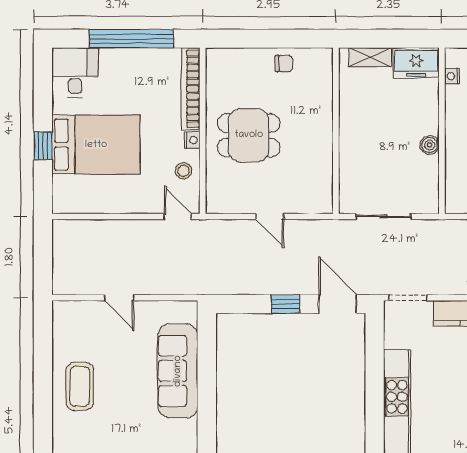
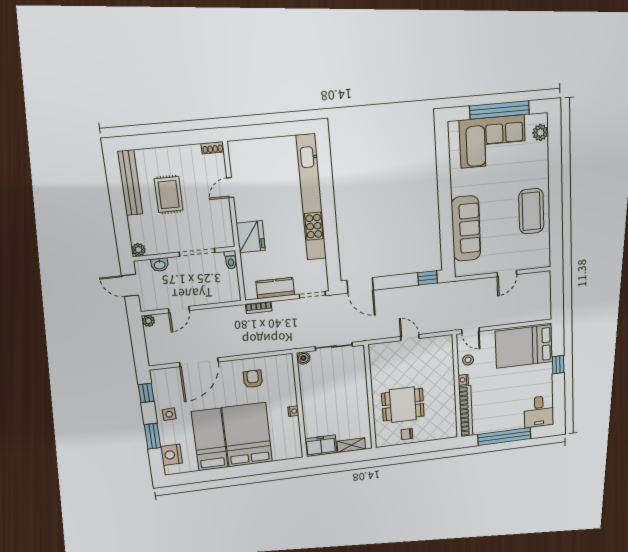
nightstand: (452, 76) -> (293, 411), moved
dining table: (249, 135) -> (403, 405), moved
bed: (96, 145) -> (524, 347), moved
boiler: (430, 145) -> (303, 358), moved
door: (119, 298) -> (507, 273), swing flipped
window: (285, 304) -> (428, 278), moved
coffee table: (80, 386) -> (531, 211), width x1.36, depth x1.32

